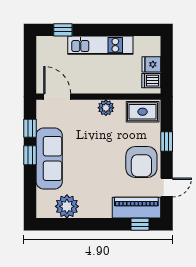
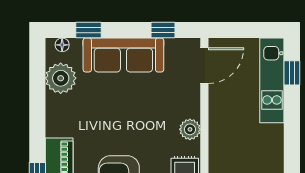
kitchen unit: (100, 45) -> (272, 80), moved
window: (30, 155) -> (89, 30), moved
floor lamp: (41, 205) -> (62, 45), added

